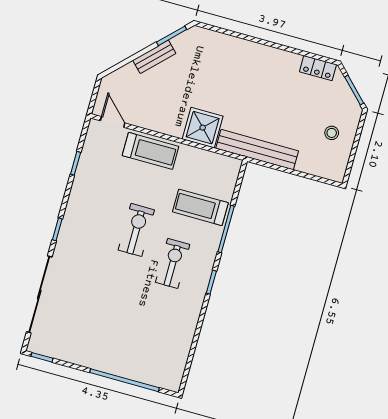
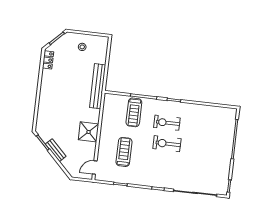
shower: (203, 128) -> (89, 132), moved
treadmill: (150, 151) -> (124, 152), moved
exercise bike: (136, 230) -> (167, 144), moved

